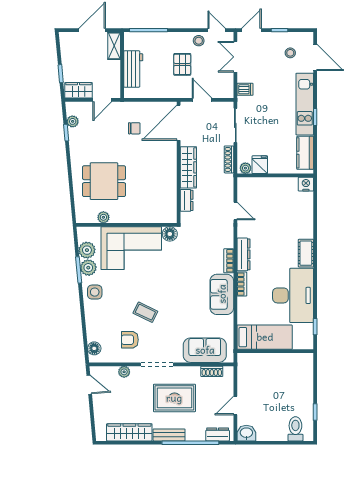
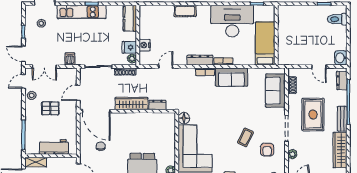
kitchen counter: (305, 153) -> (130, 18), moved, turned 90
nightstand: (306, 184) -> (145, 45), moved
cot: (306, 253) -> (185, 11), moved

